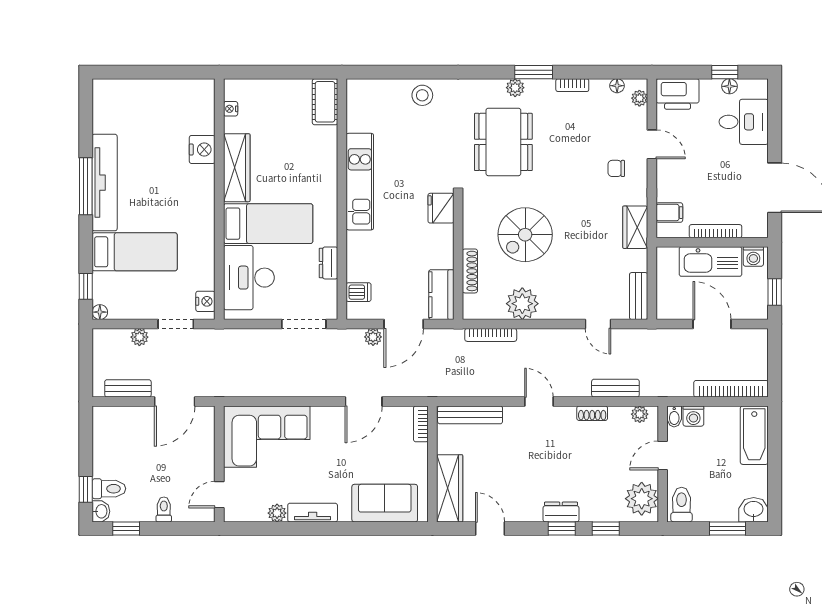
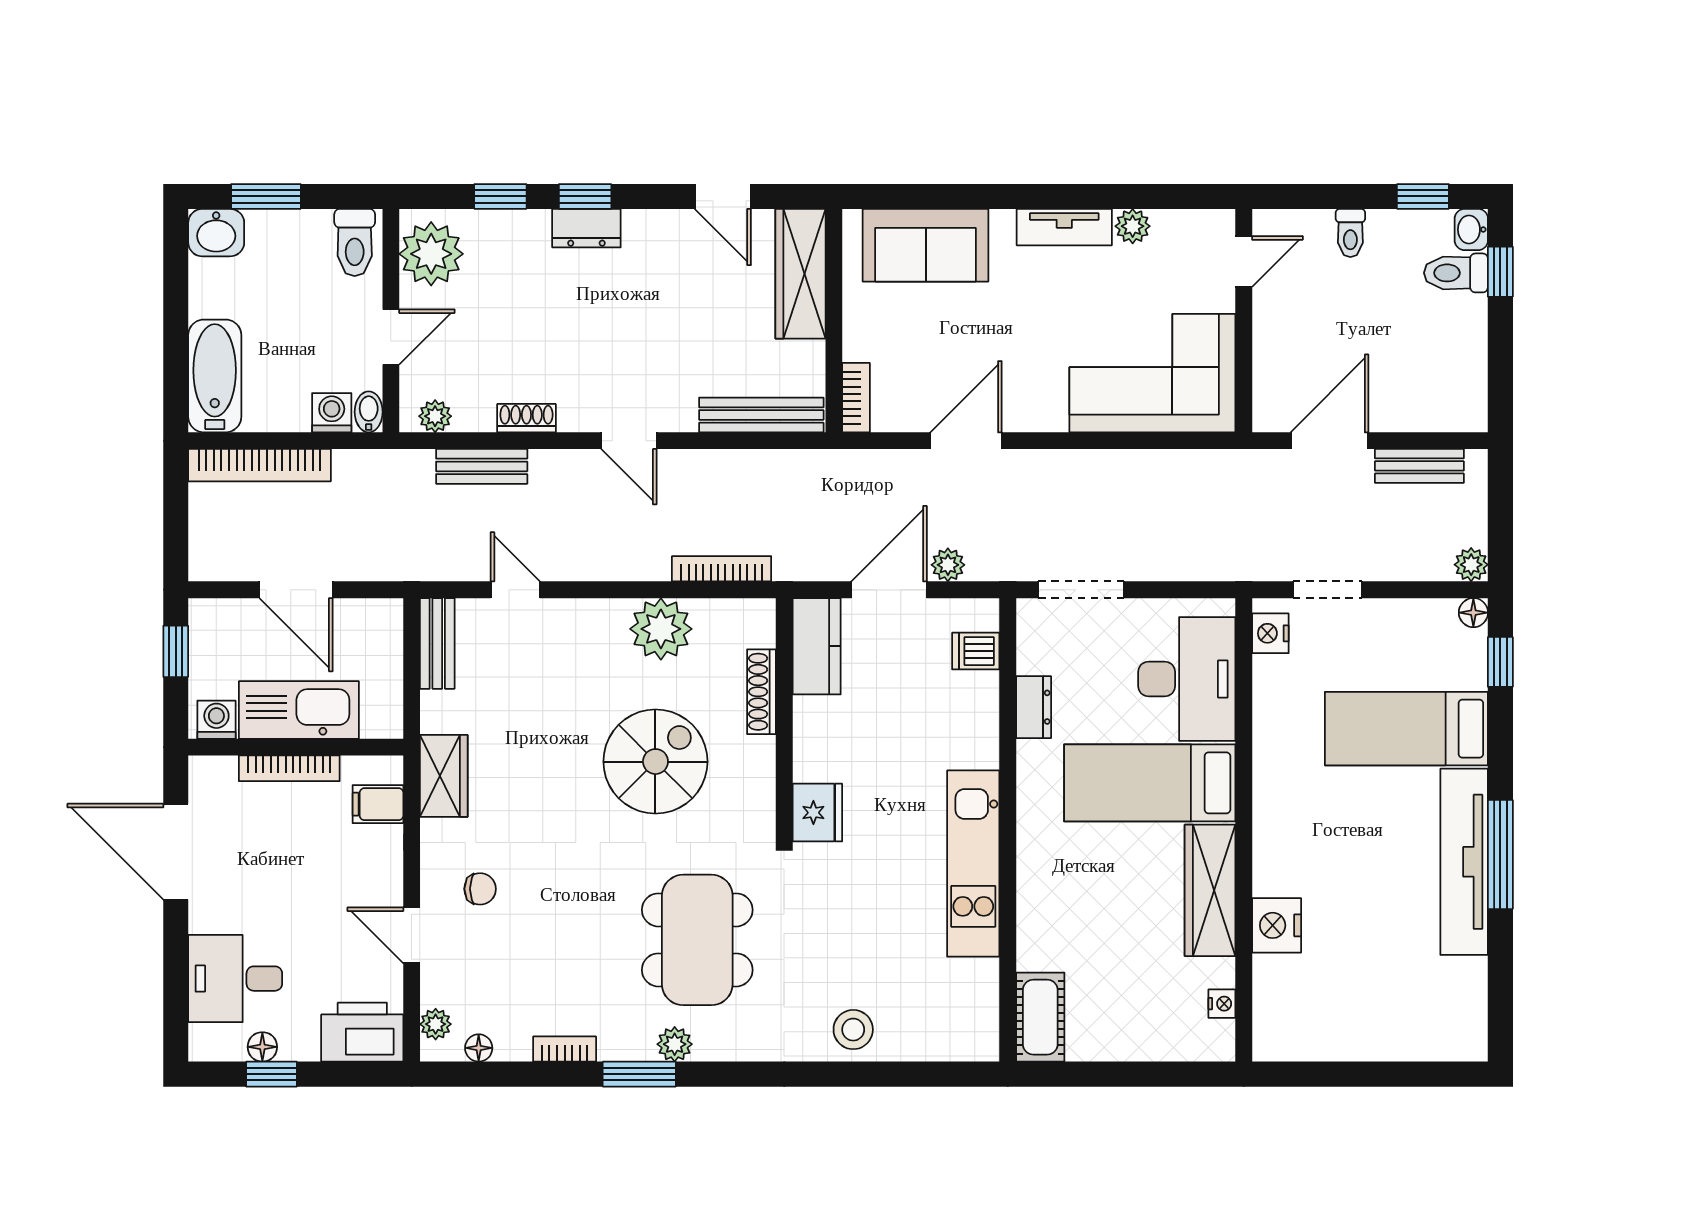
plant: (139, 337) -> (1471, 565), moved

